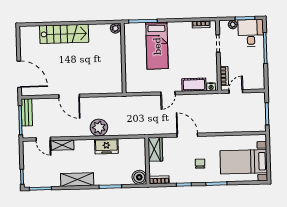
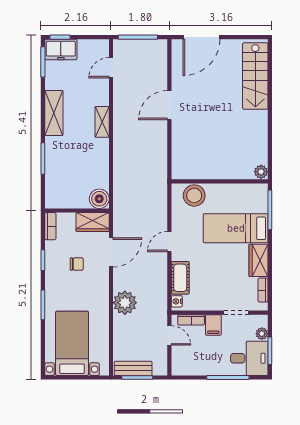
wardrobe: (180, 28) -> (258, 260), added
stairs: (64, 34) -> (255, 76), moved
filing cabinet: (227, 60) -> (213, 325), added
stool: (134, 76) -> (194, 195), added
door: (168, 93) -> (169, 242), hinge flipped
bench: (27, 112) -> (133, 368), moved
plant: (99, 128) -> (125, 303), moved
door: (187, 135) -> (111, 252), moved
shelving: (62, 145) -> (102, 122), moved
freezer: (106, 146) -> (61, 49), moved, turned -90
chair: (200, 164) -> (77, 264), moved
boiler: (139, 177) -> (99, 199), moved

